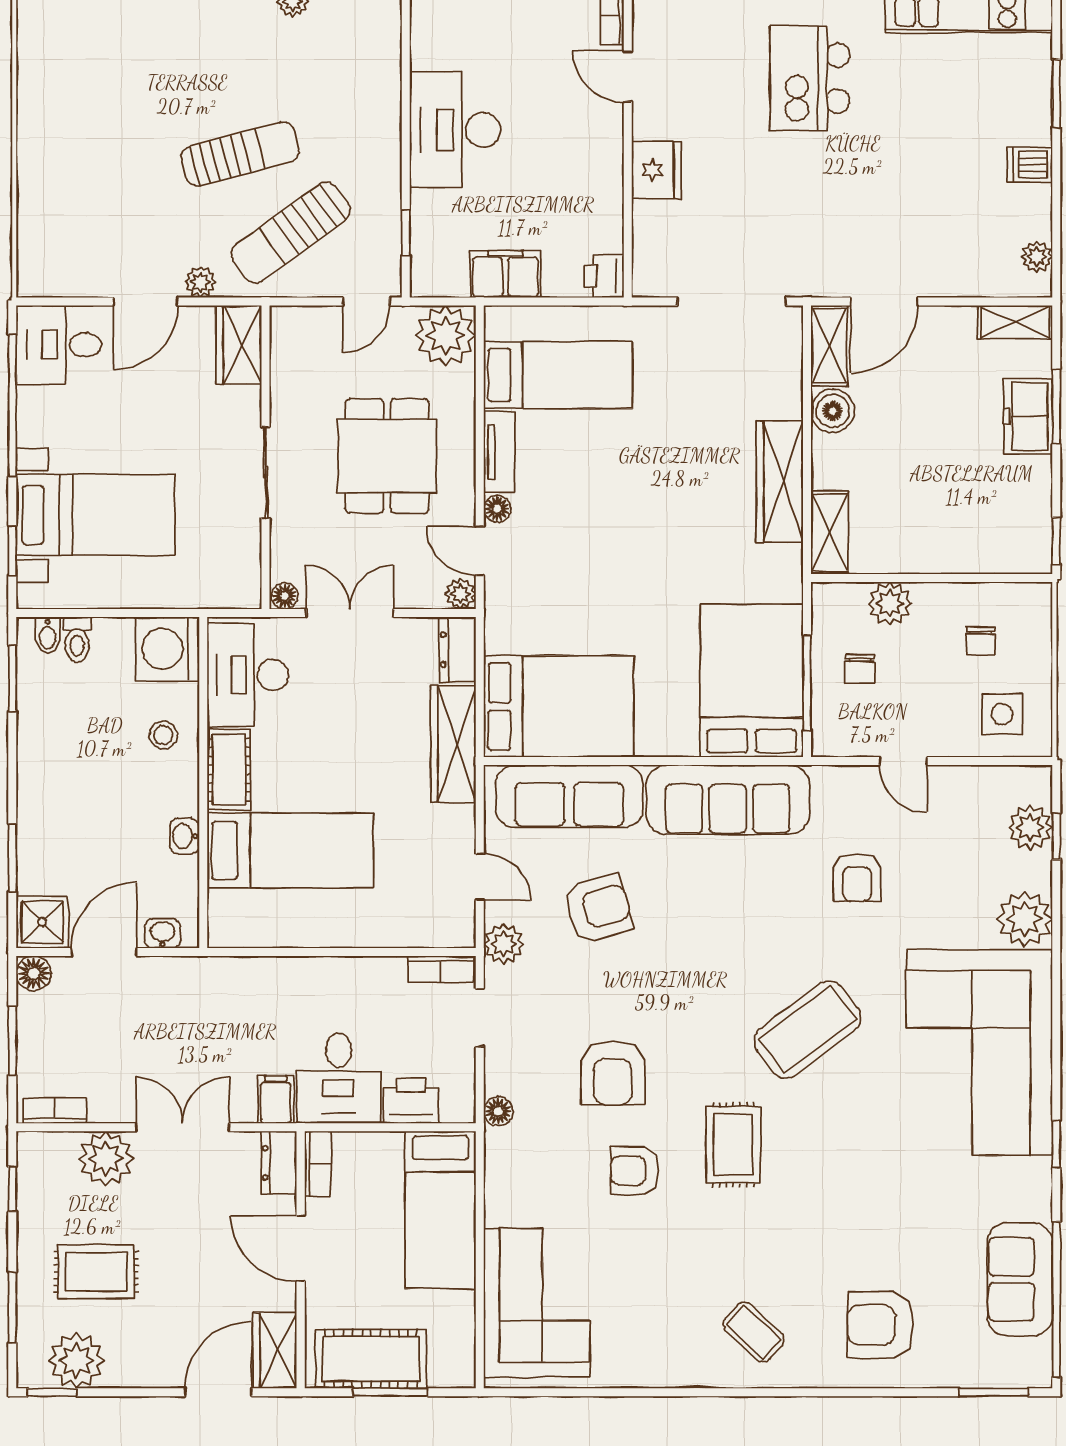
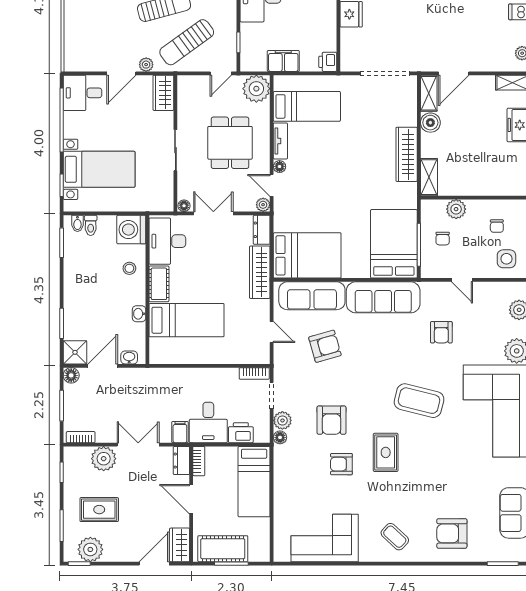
plant: (504, 944) -> (282, 420), moved
coffee table: (807, 1029) -> (419, 401), turned 51
corner sofa: (537, 1303) -> (325, 538), moved, turned -90

